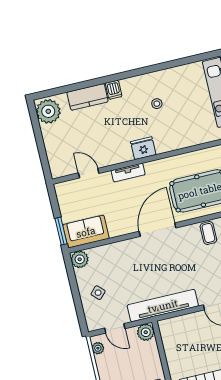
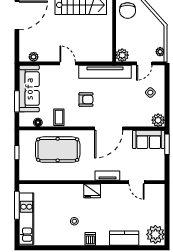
dishwasher: (114, 90) -> (90, 239), moved
door: (158, 230) -> (109, 128), moved
armchair: (179, 264) -> (86, 100), added
door: (115, 328) -> (144, 63), swing flipped

